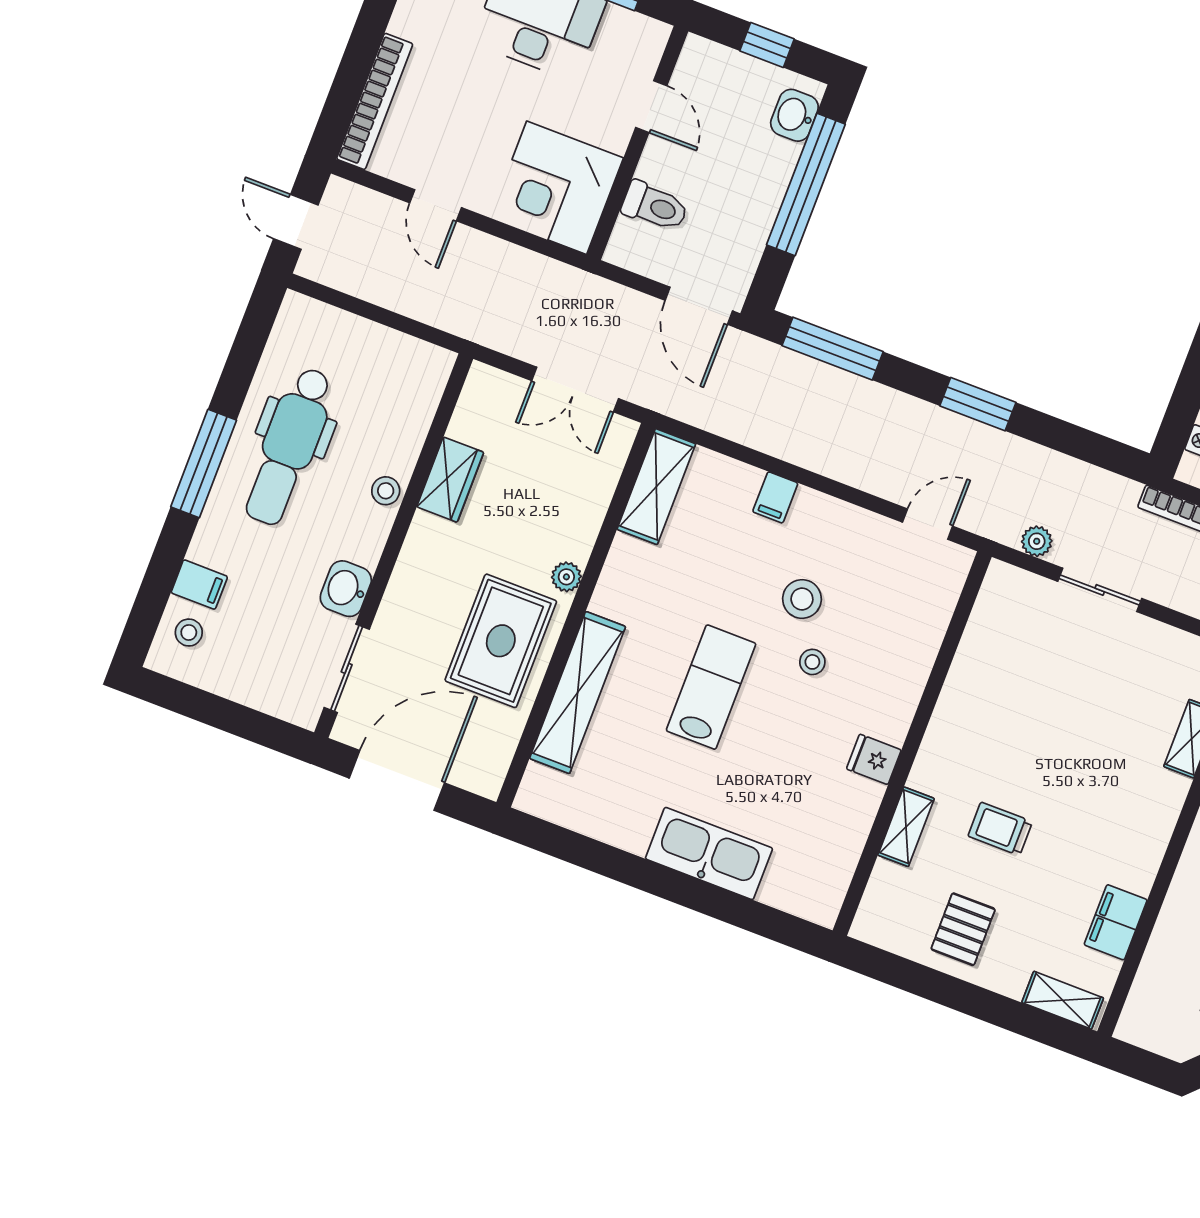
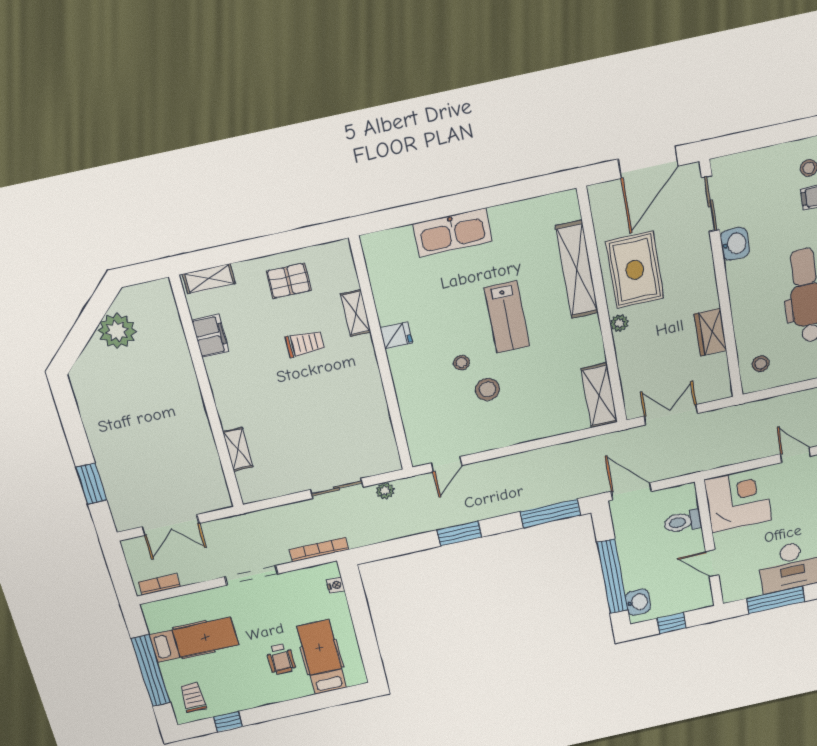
stool: (386, 491) -> (761, 364), moved
filing cabinet: (775, 497) -> (534, 428), removed
pallet: (963, 929) -> (289, 281), turned 90

